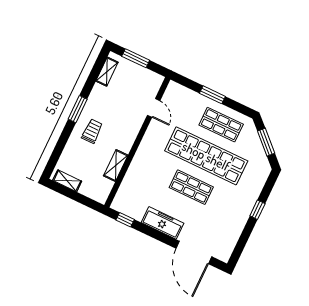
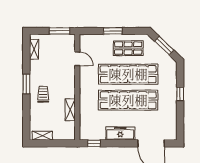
window: (136, 58) -> (60, 31), moved
shop shelf: (191, 187) -> (128, 100), width x2.00, depth x1.36

